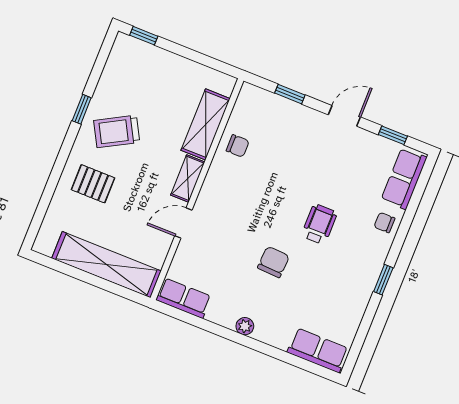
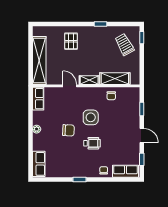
trolley: (117, 131) -> (124, 45), moved
side table: (265, 206) -> (91, 117), added

